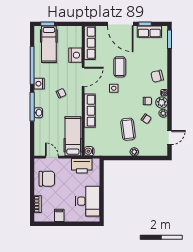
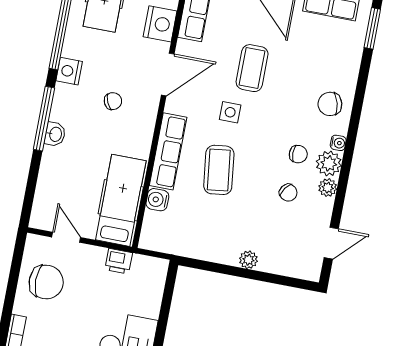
coffee table: (128, 129) -> (219, 170), moved
water cooler: (89, 151) -> (157, 200), moved
printer: (82, 166) -> (119, 261), width x0.53, depth x0.68

